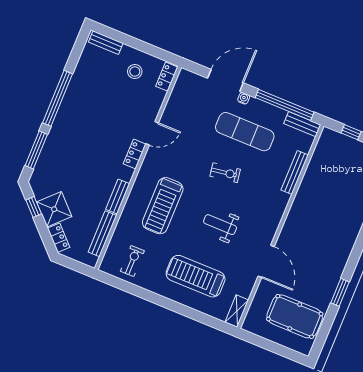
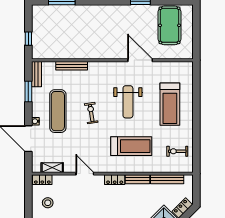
window: (285, 105) -> (28, 92), width x0.47
locker: (135, 154) -> (115, 180), moved
weight bench: (220, 225) -> (128, 102), width x1.36, depth x1.33
door: (266, 261) -> (140, 60), hinge flipped
shelving: (237, 311) -> (52, 168), moved

